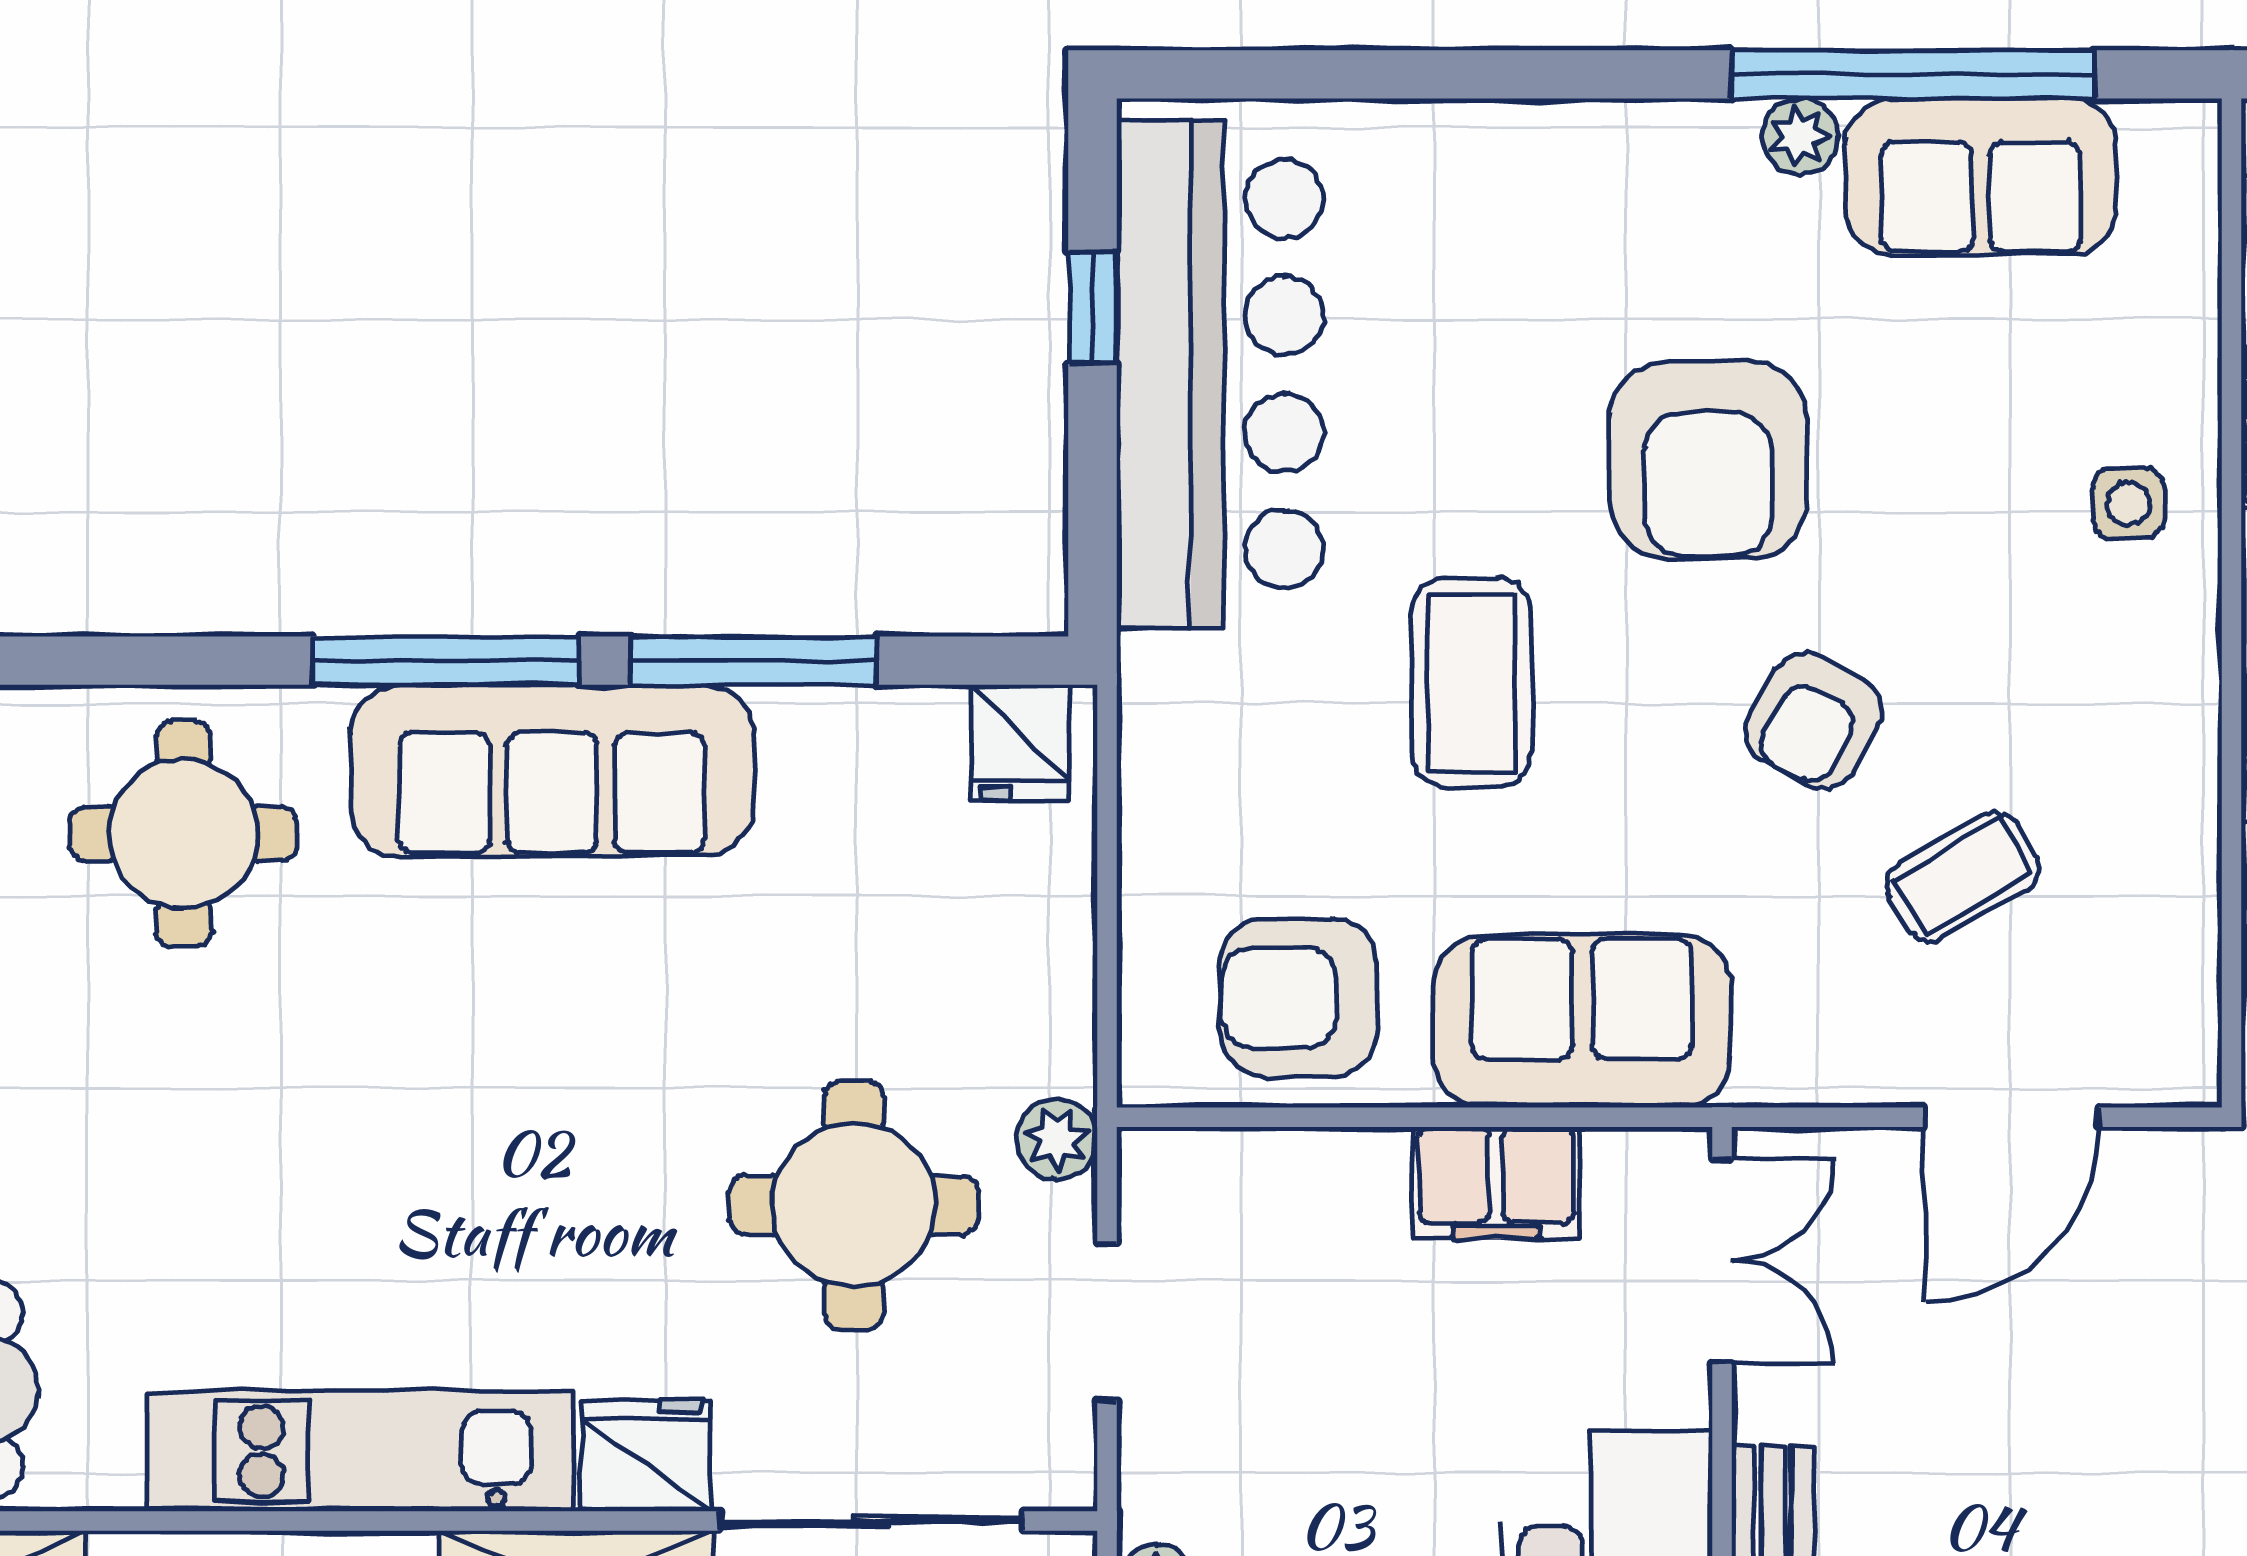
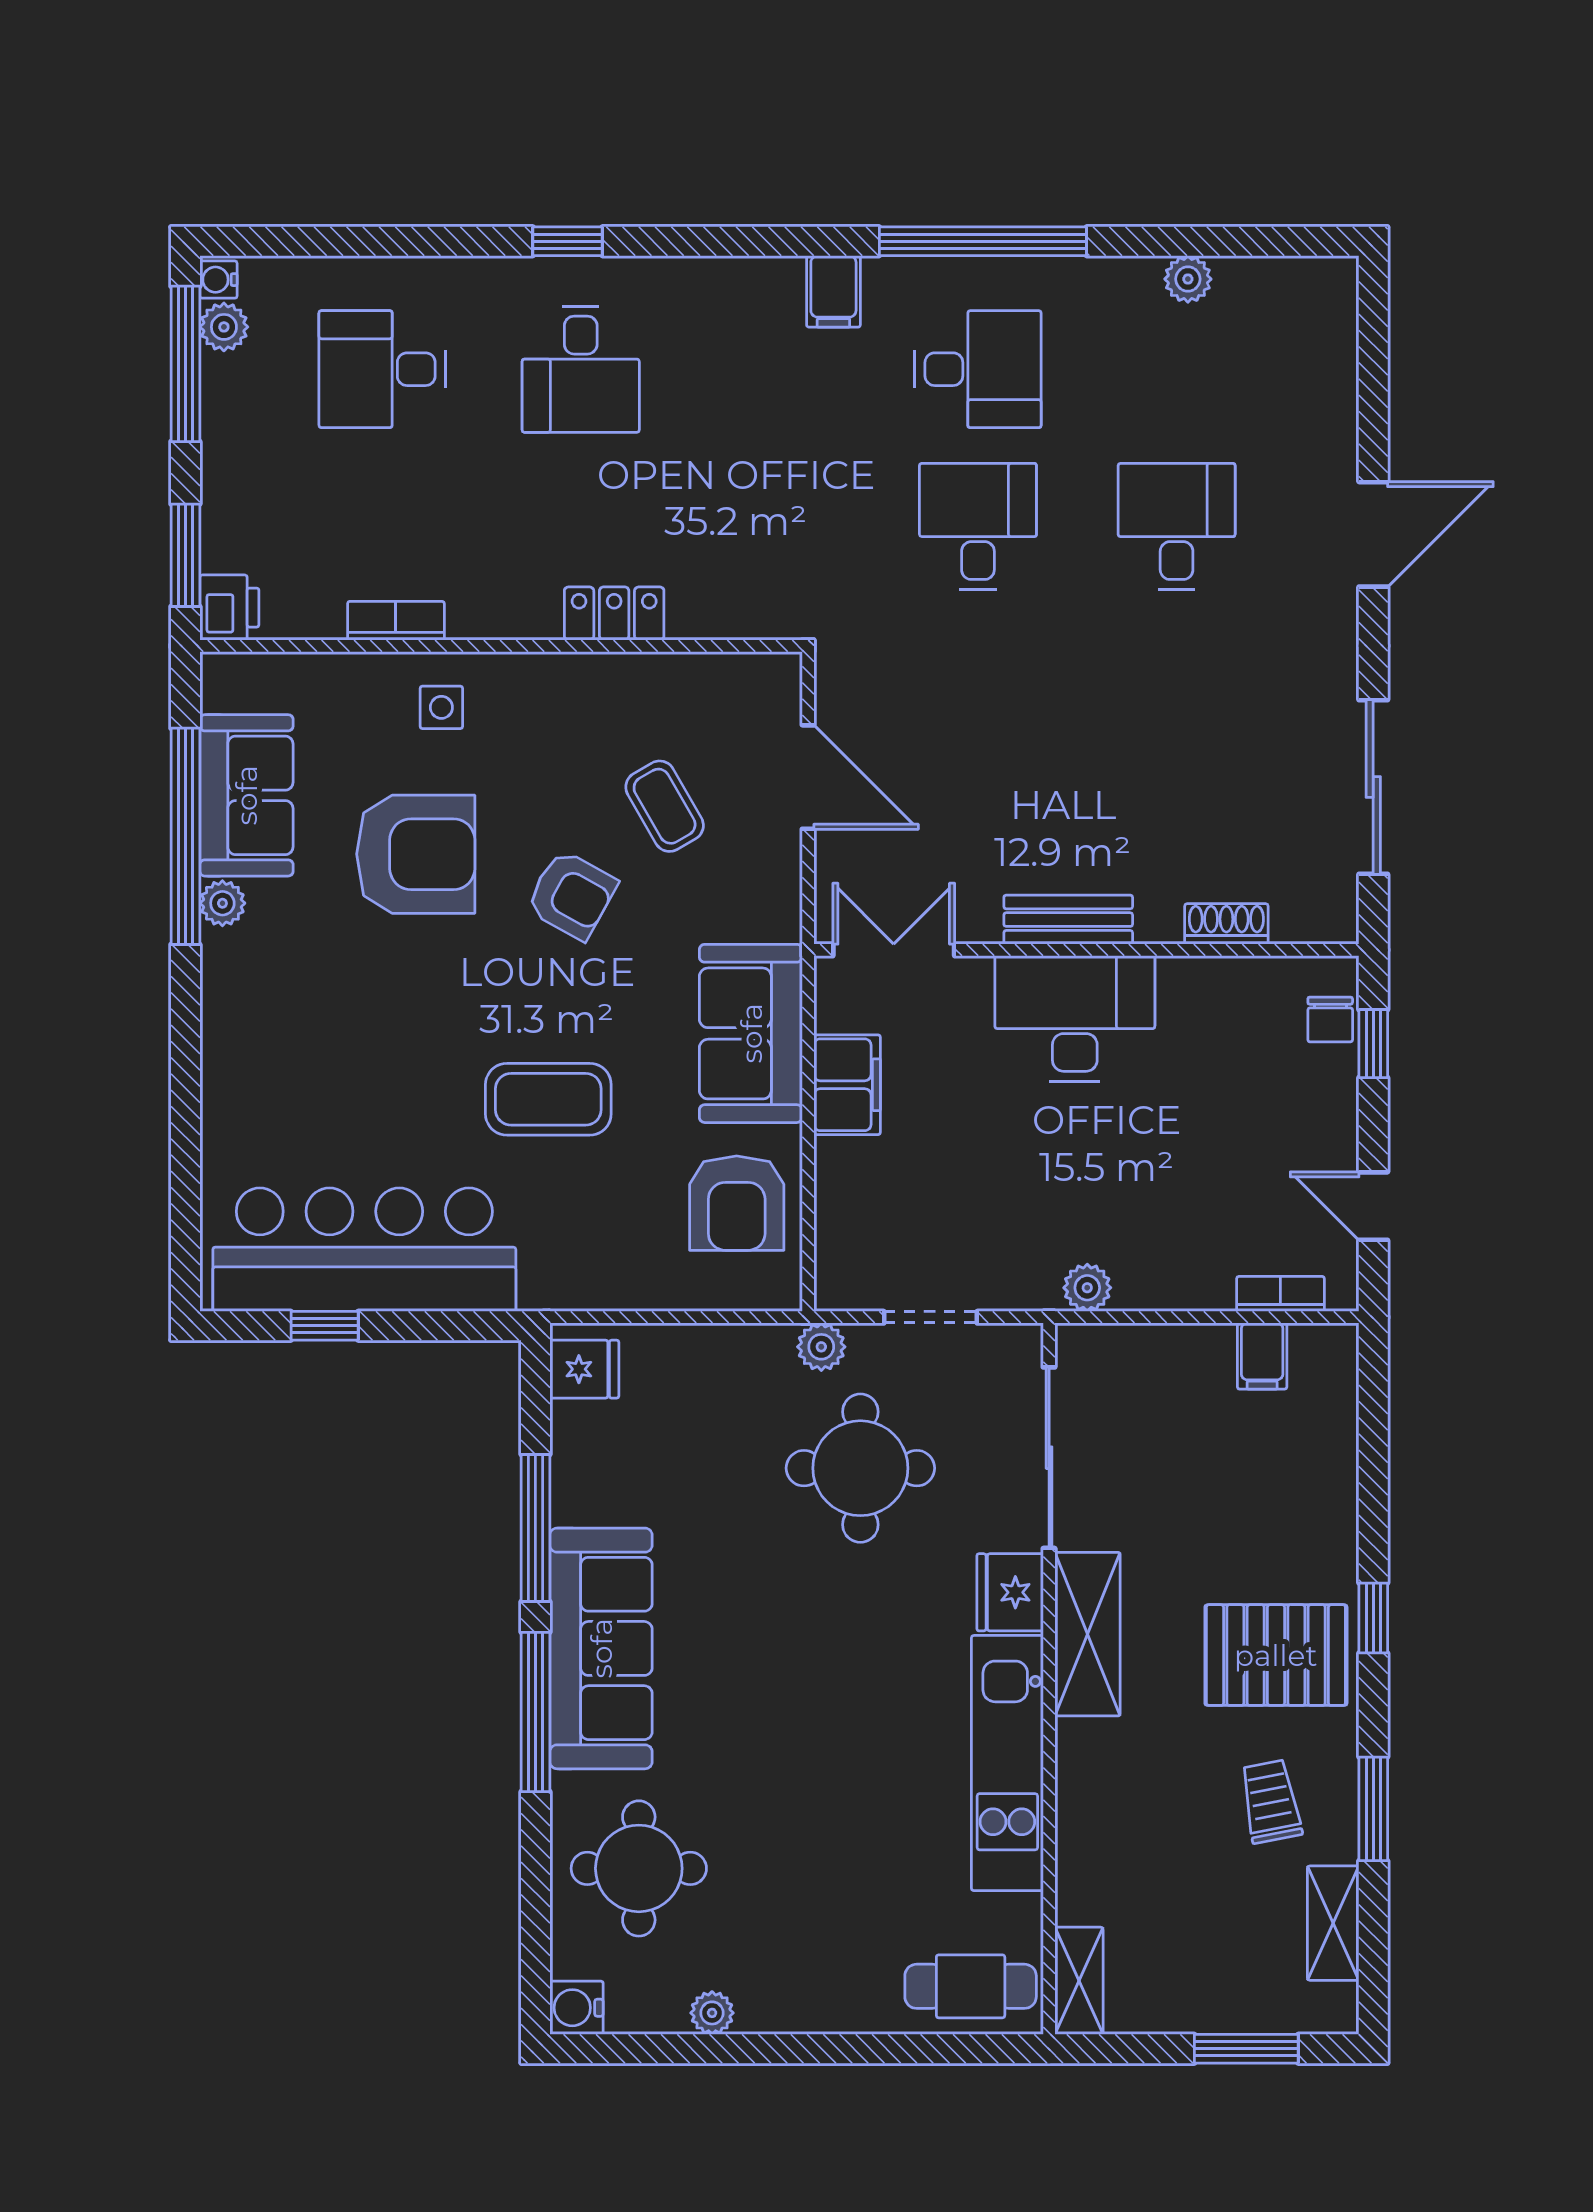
armchair: (1708, 460) -> (416, 854), moved

